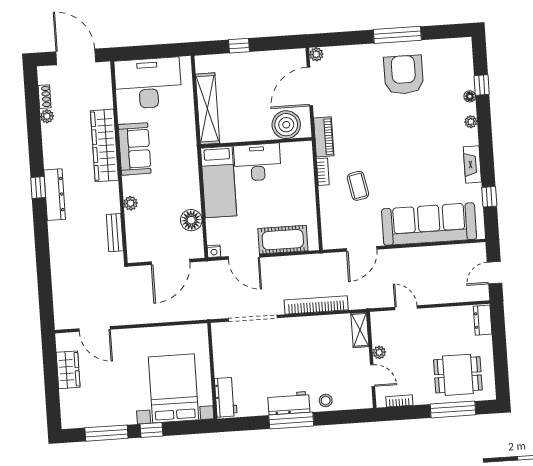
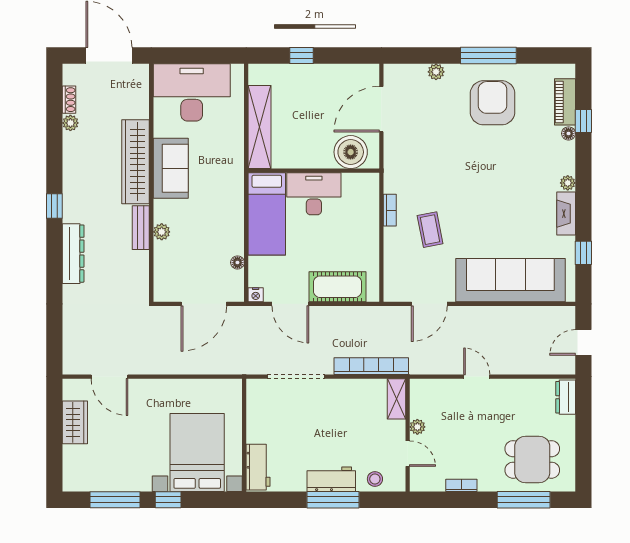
plant: (316, 54) -> (436, 72), moved
plant: (471, 122) -> (568, 183), moved
piano: (324, 137) -> (565, 102), moved, turned 180
dresser: (55, 195) -> (73, 254), moved
floor lamp: (191, 220) -> (237, 262), width x0.53, depth x0.53
bench: (115, 233) -> (141, 228), moved
shelving: (360, 330) -> (397, 399), moved
plant: (379, 352) -> (417, 427), moved
wall: (371, 360) -> (408, 435), moved
door: (373, 376) -> (408, 454), moved

